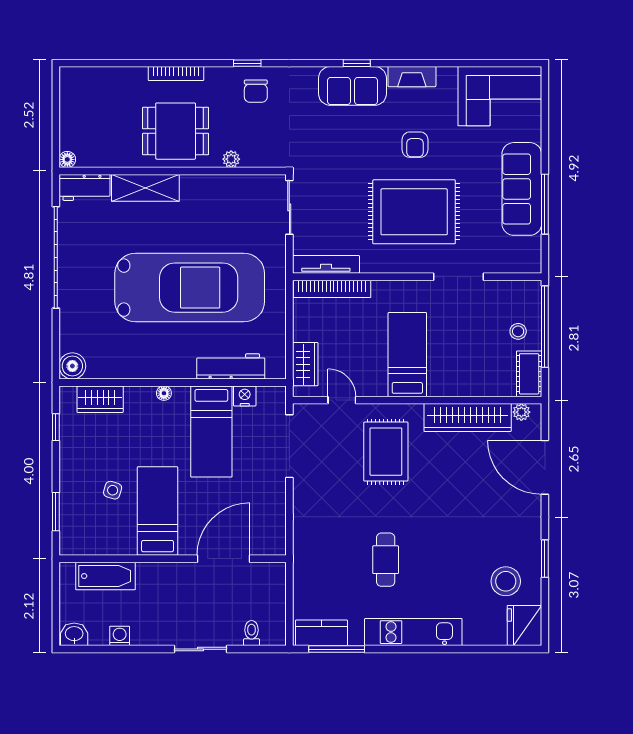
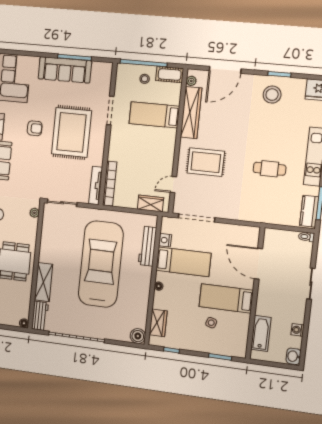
plant: (231, 159) -> (34, 213), moved
bed: (407, 355) -> (154, 115), moved
stool: (506, 581) -> (272, 95), moved
toilet: (252, 633) -> (306, 237), moved

